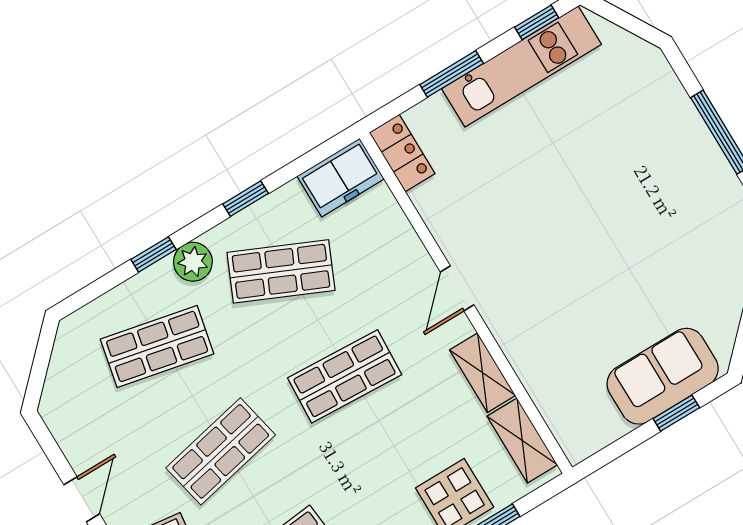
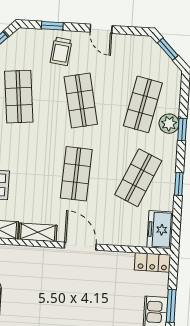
plant: (193, 262) -> (169, 124), moved
door: (457, 288) -> (80, 246), width x1.38
window: (39, 368) -> (168, 49), added

